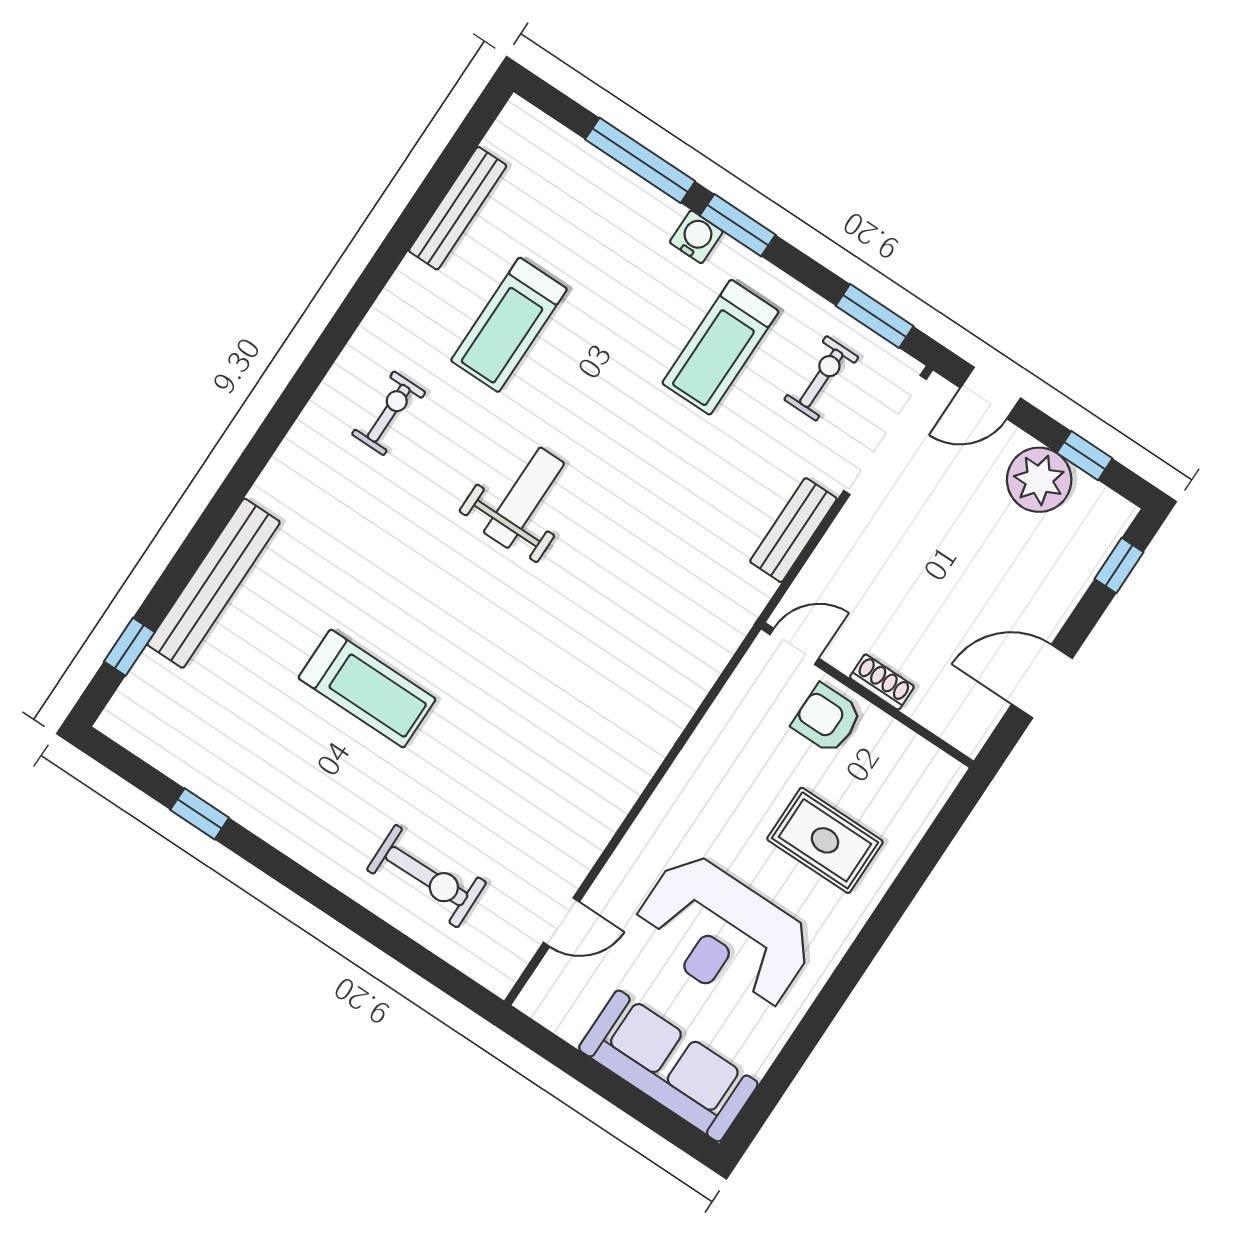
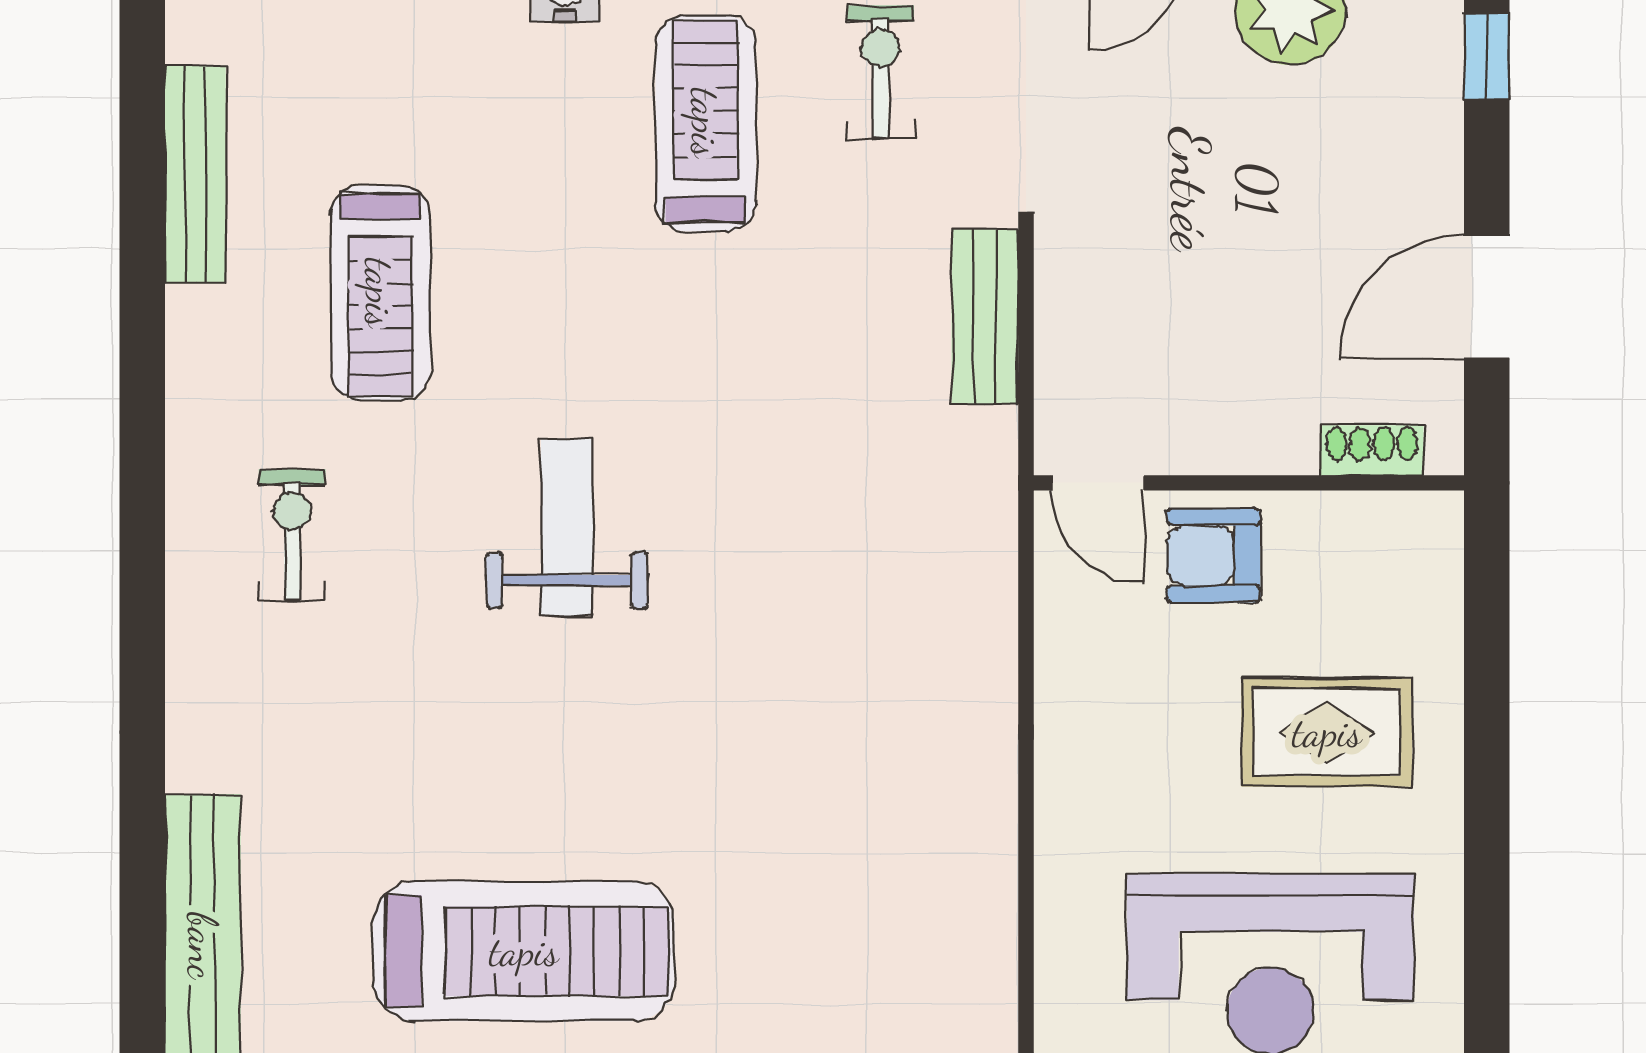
treadmill: (720, 347) -> (706, 123), turned 180
door: (794, 646) -> (1098, 483), swing flipped
shoe rack: (882, 682) -> (1372, 450), moved
treadmill: (367, 689) -> (524, 951), width x1.37, depth x1.38

